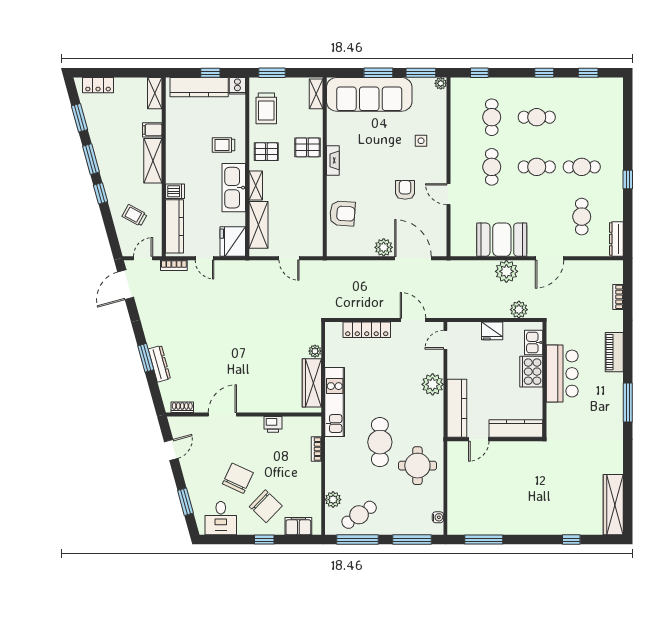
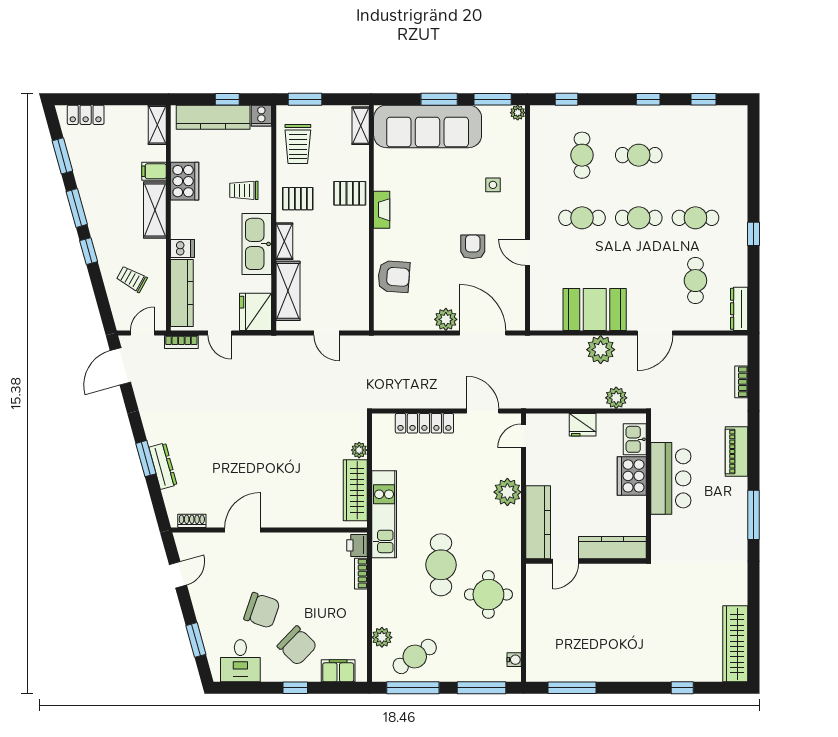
cooker: (177, 138) -> (185, 181), added
cafe table: (492, 167) -> (582, 218), turned 90
printer: (273, 424) -> (357, 545), moved, turned 90
chair: (238, 478) -> (262, 610), turned 84

